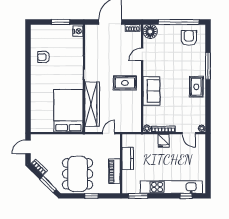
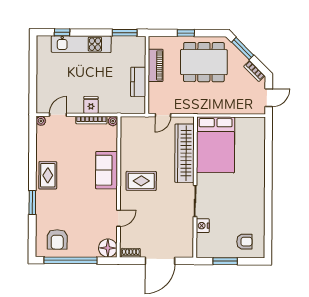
nightstand: (78, 31) -> (203, 226), moved
armchair: (43, 57) -> (244, 242), moved
window: (208, 66) -> (32, 203), width x0.69
door: (189, 133) -> (58, 115), hinge flipped
dining table: (78, 174) -> (204, 62), turned 90
kitchen unit: (171, 187) -> (81, 44), width x0.73

